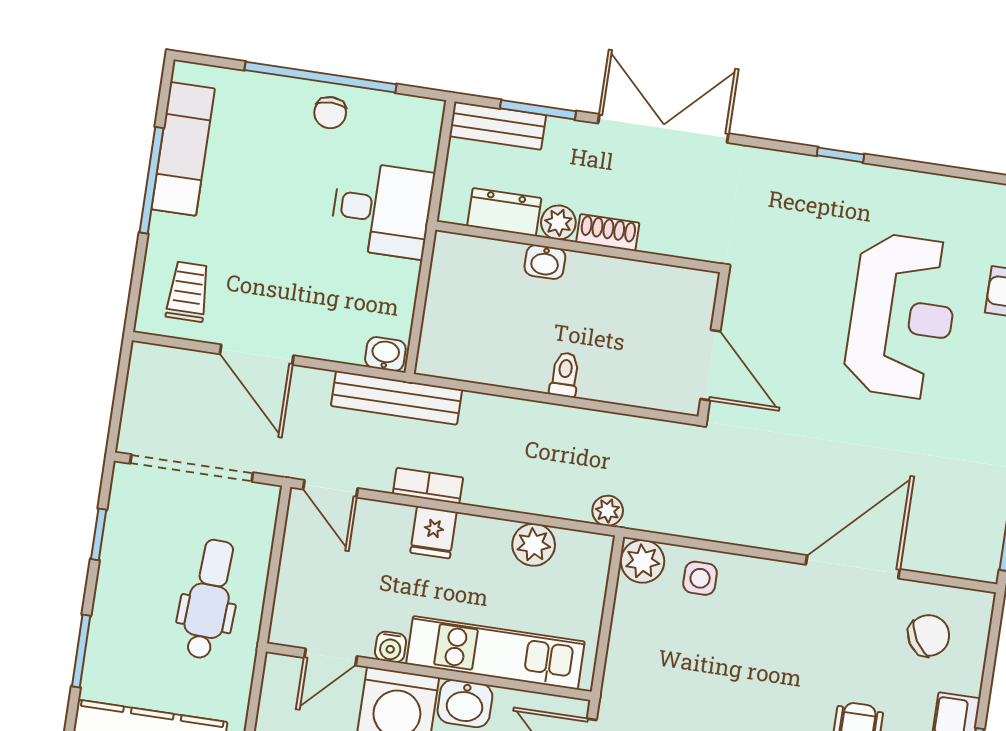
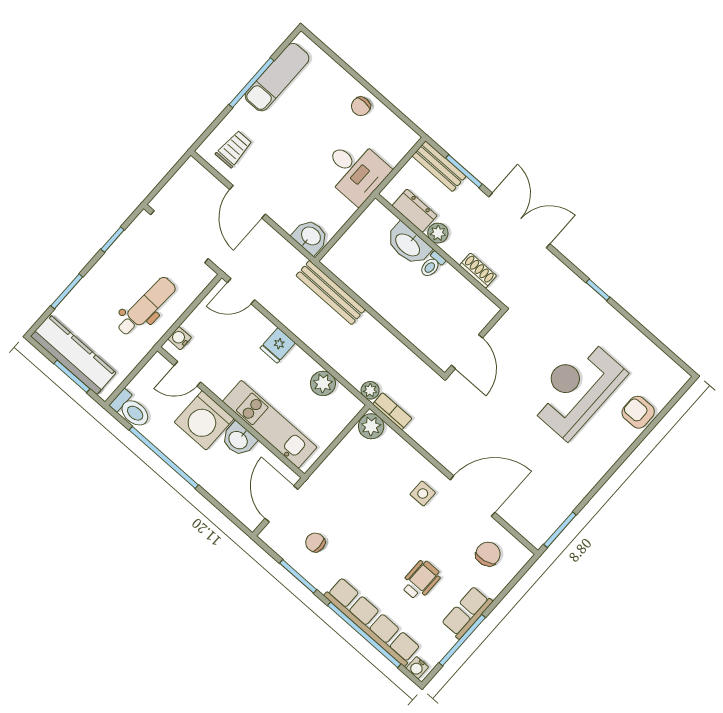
window: (321, 77) -> (367, 86), removed
shoe rack: (608, 233) -> (478, 271), moved
washbasin: (545, 262) -> (408, 244), width x1.91, depth x1.45
reception desk: (902, 316) -> (577, 389), turned 180
washbasin: (385, 354) -> (310, 237), width x1.38, depth x1.45
toilet: (565, 375) -> (432, 265), moved, turned 180
bench: (396, 398) -> (331, 293), moved
bookcase: (428, 486) -> (392, 411), moved
door: (330, 489) -> (241, 291), hinge flipped
side table: (700, 578) -> (423, 494), moved
chair: (929, 636) -> (488, 554), turned -70
water cooler: (391, 647) -> (180, 338), moved, turned 90

